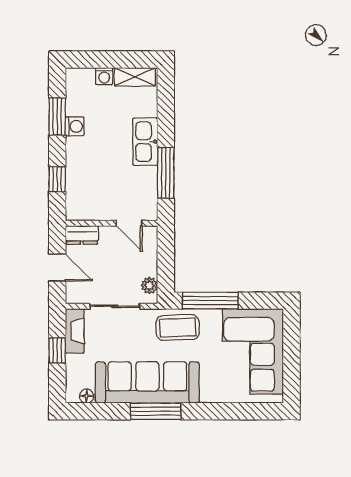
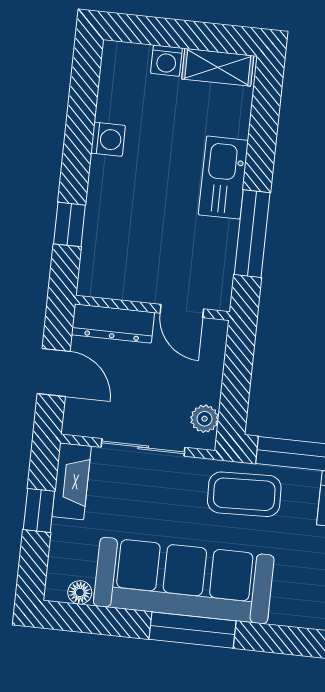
window: (57, 117) -> (81, 120), removed
dresser: (82, 235) -> (113, 324), width x1.44

